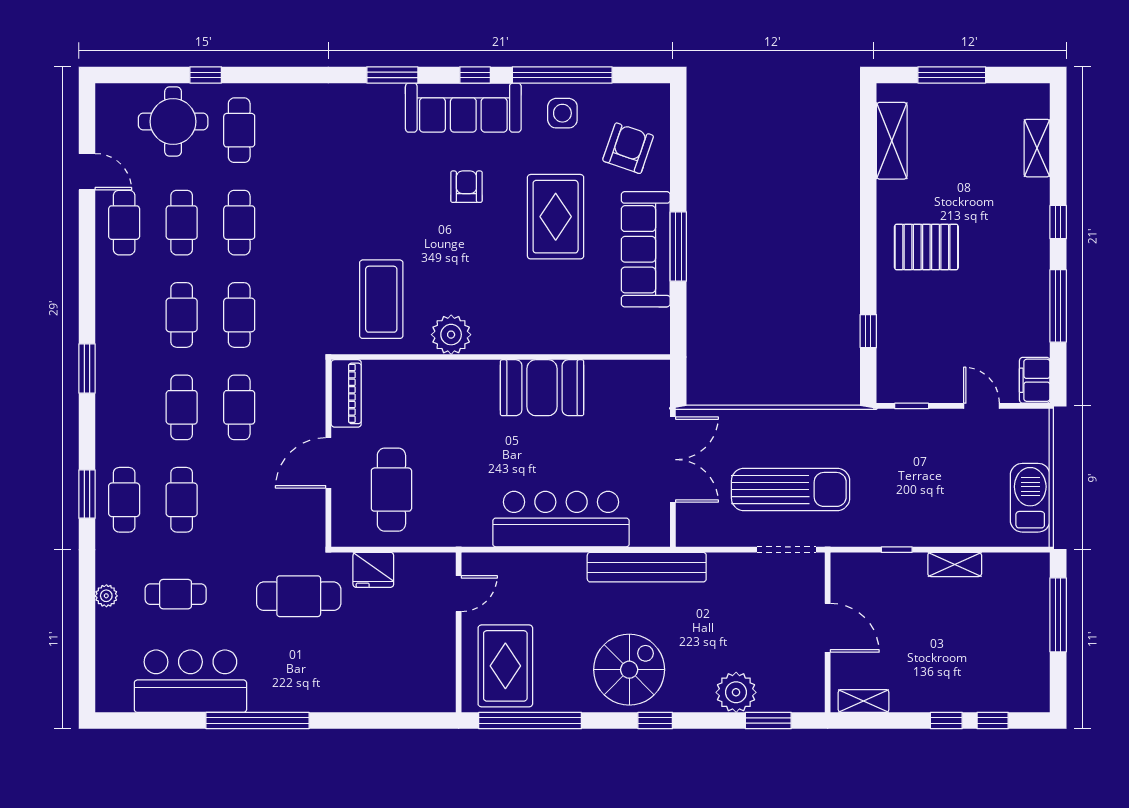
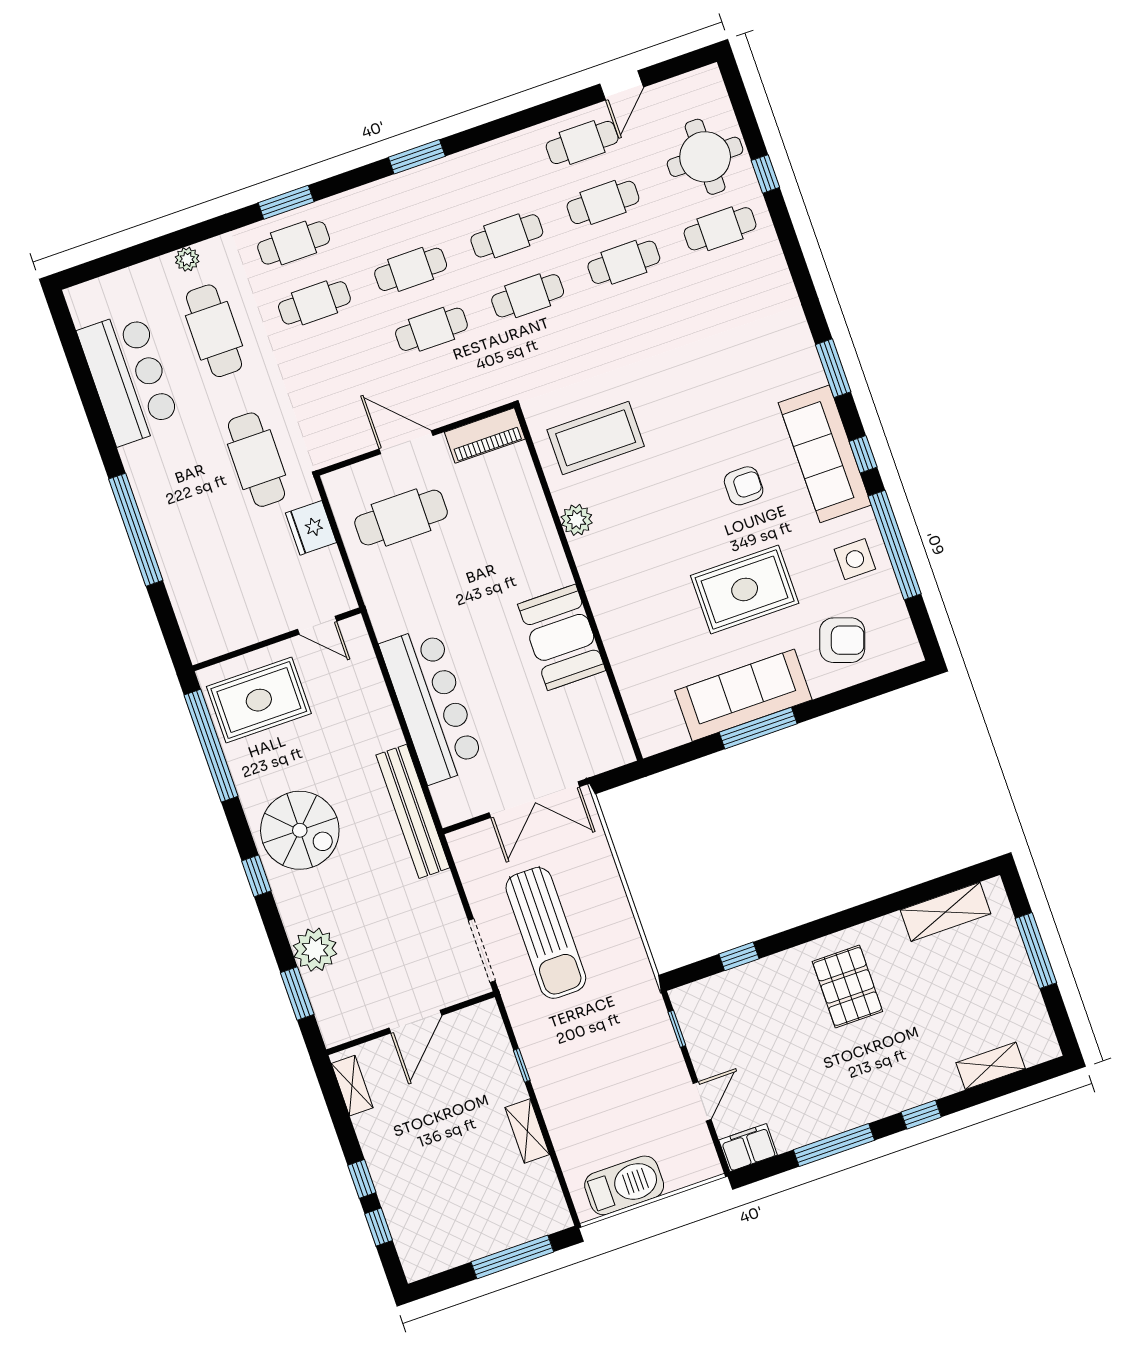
plant: (451, 335) -> (577, 520), width x0.73, depth x0.73
cafe table: (176, 594) -> (214, 331), width x1.37, depth x1.35
window: (258, 721) -> (136, 530), moved

